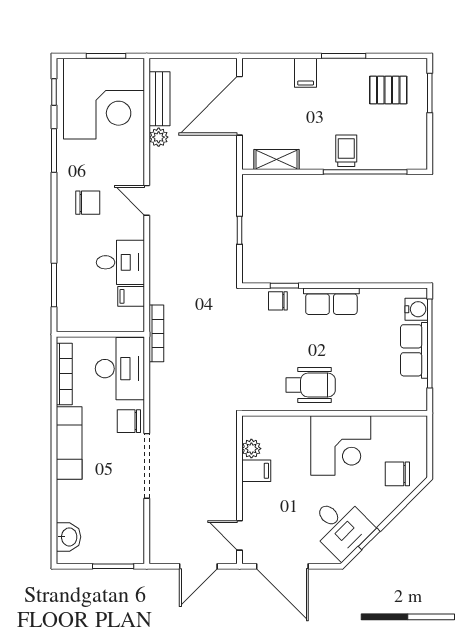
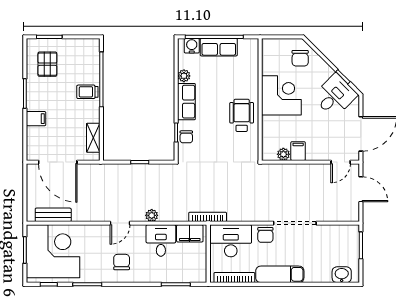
plant: (159, 137) -> (152, 215), moved
filing cabinet: (131, 296) -> (190, 233), width x2.00
plant: (371, 297) -> (184, 76), added

